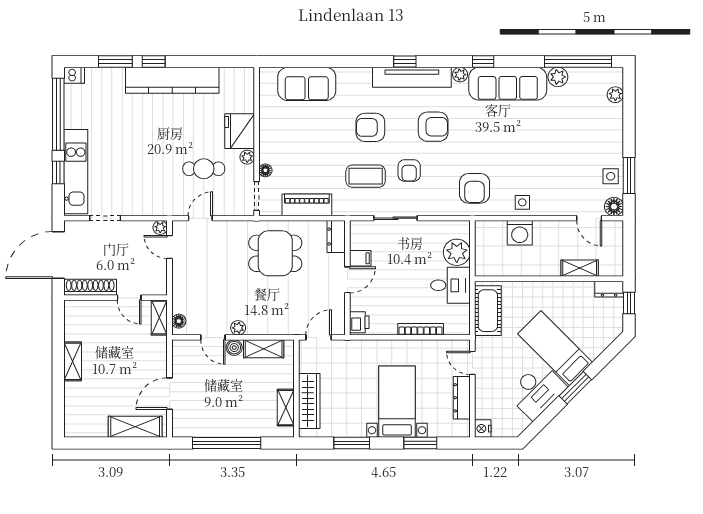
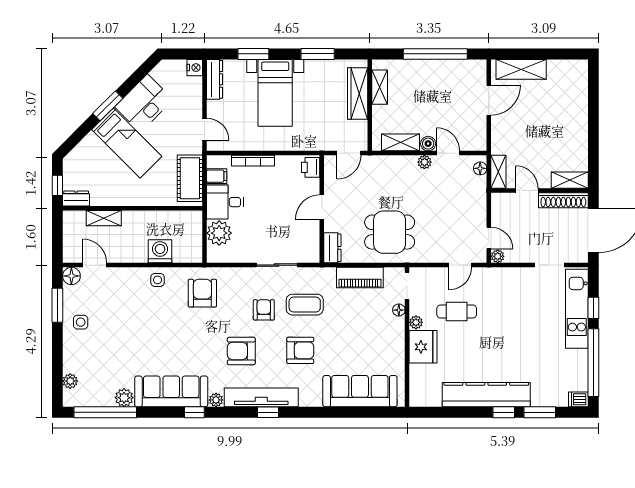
sofa: (307, 84) -> (360, 391), width x1.36
side table: (611, 176) -> (81, 322), moved
filing cabinet: (360, 258) -> (217, 176), moved, turned 180
shelving: (73, 361) -> (570, 180), moved, turned 90
dresser: (462, 398) -> (214, 79), moved

